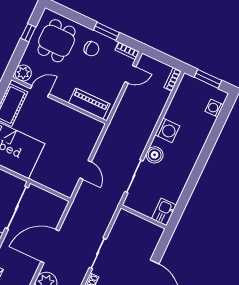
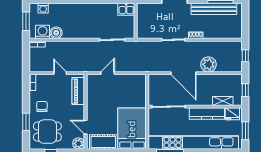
window: (106, 31) -> (26, 122), moved
door: (130, 74) -> (60, 73), moved
washing machine: (167, 130) -> (43, 32), moved
boiler: (155, 155) -> (56, 33), moved
door: (86, 170) -> (108, 73), moved

